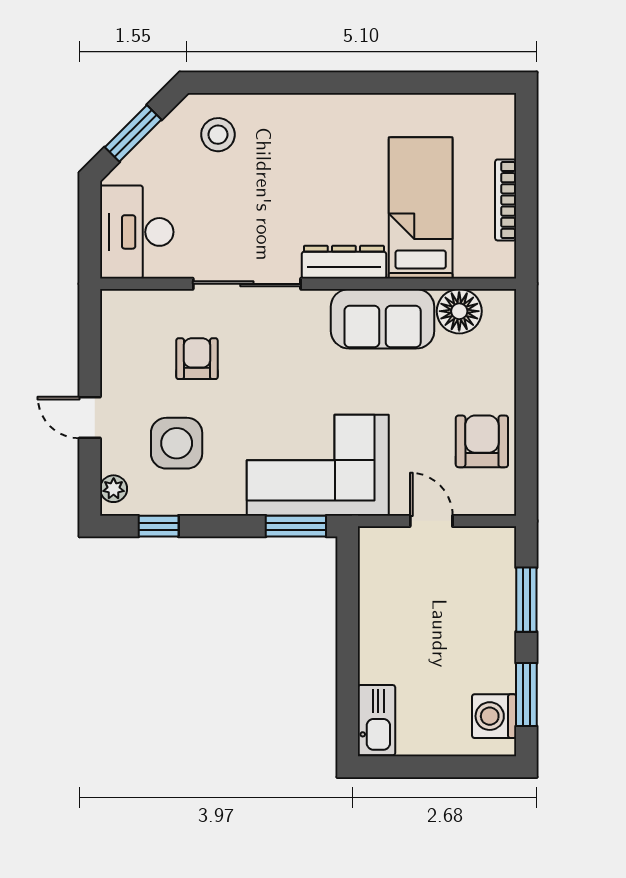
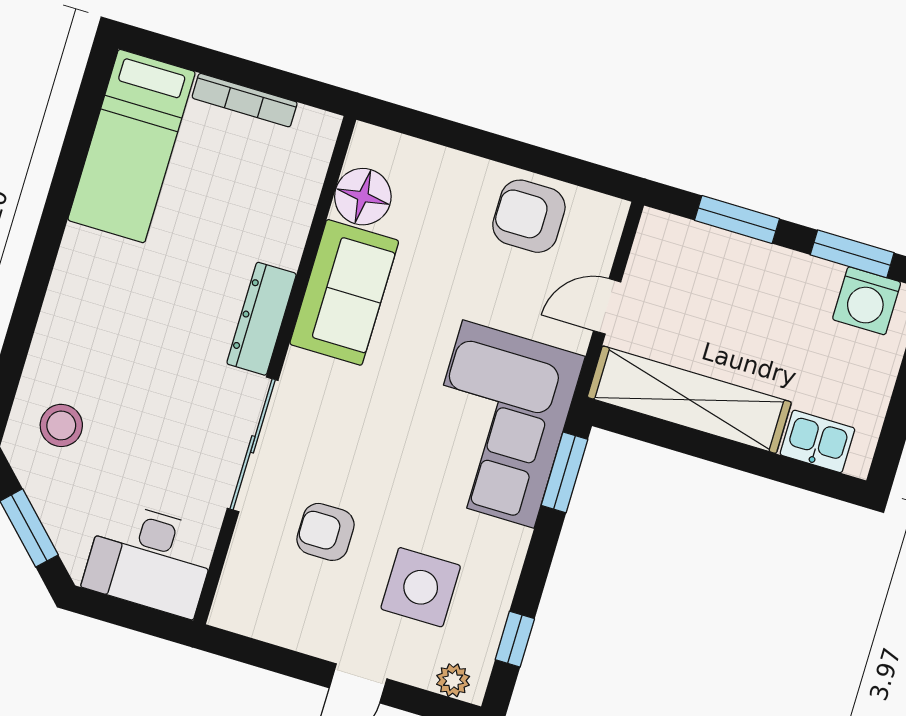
bed: (421, 208) -> (132, 146), moved, turned -90
shelving: (379, 604) -> (689, 400), added
kitchen sink: (376, 720) -> (817, 441), width x0.73

